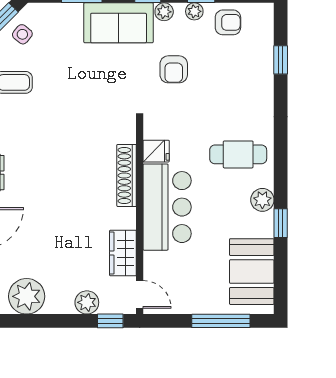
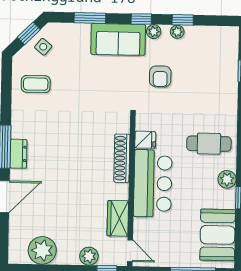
armchair: (228, 22) -> (203, 41), removed

